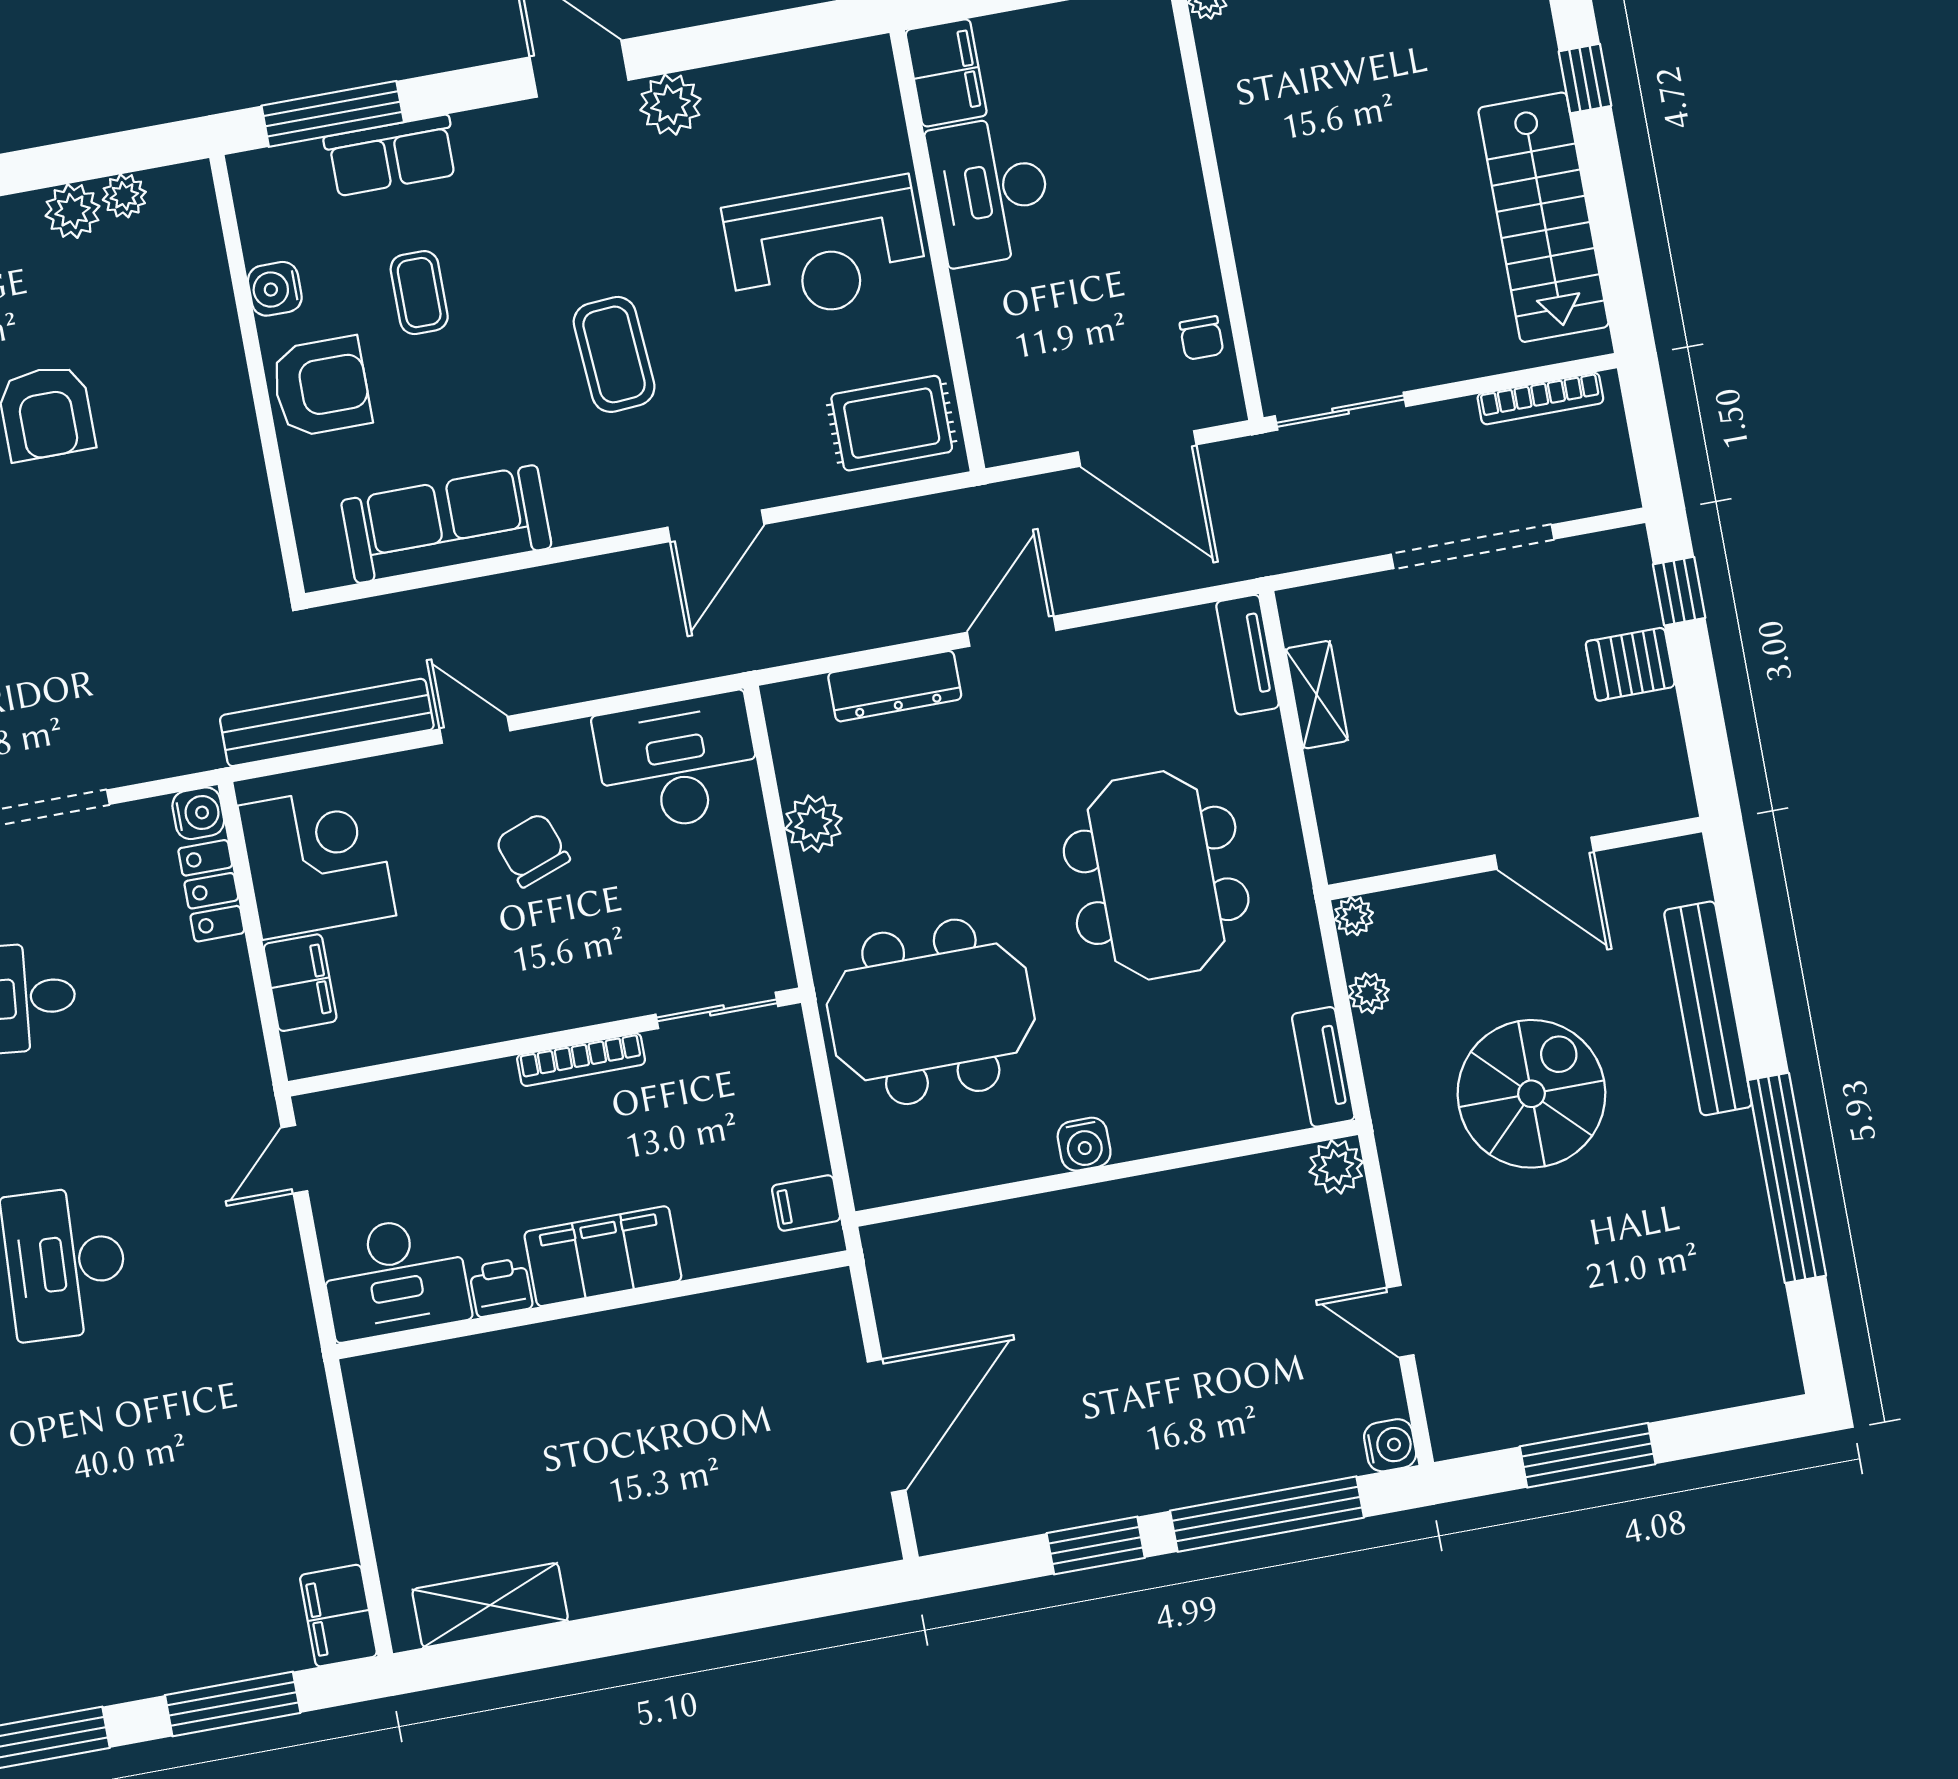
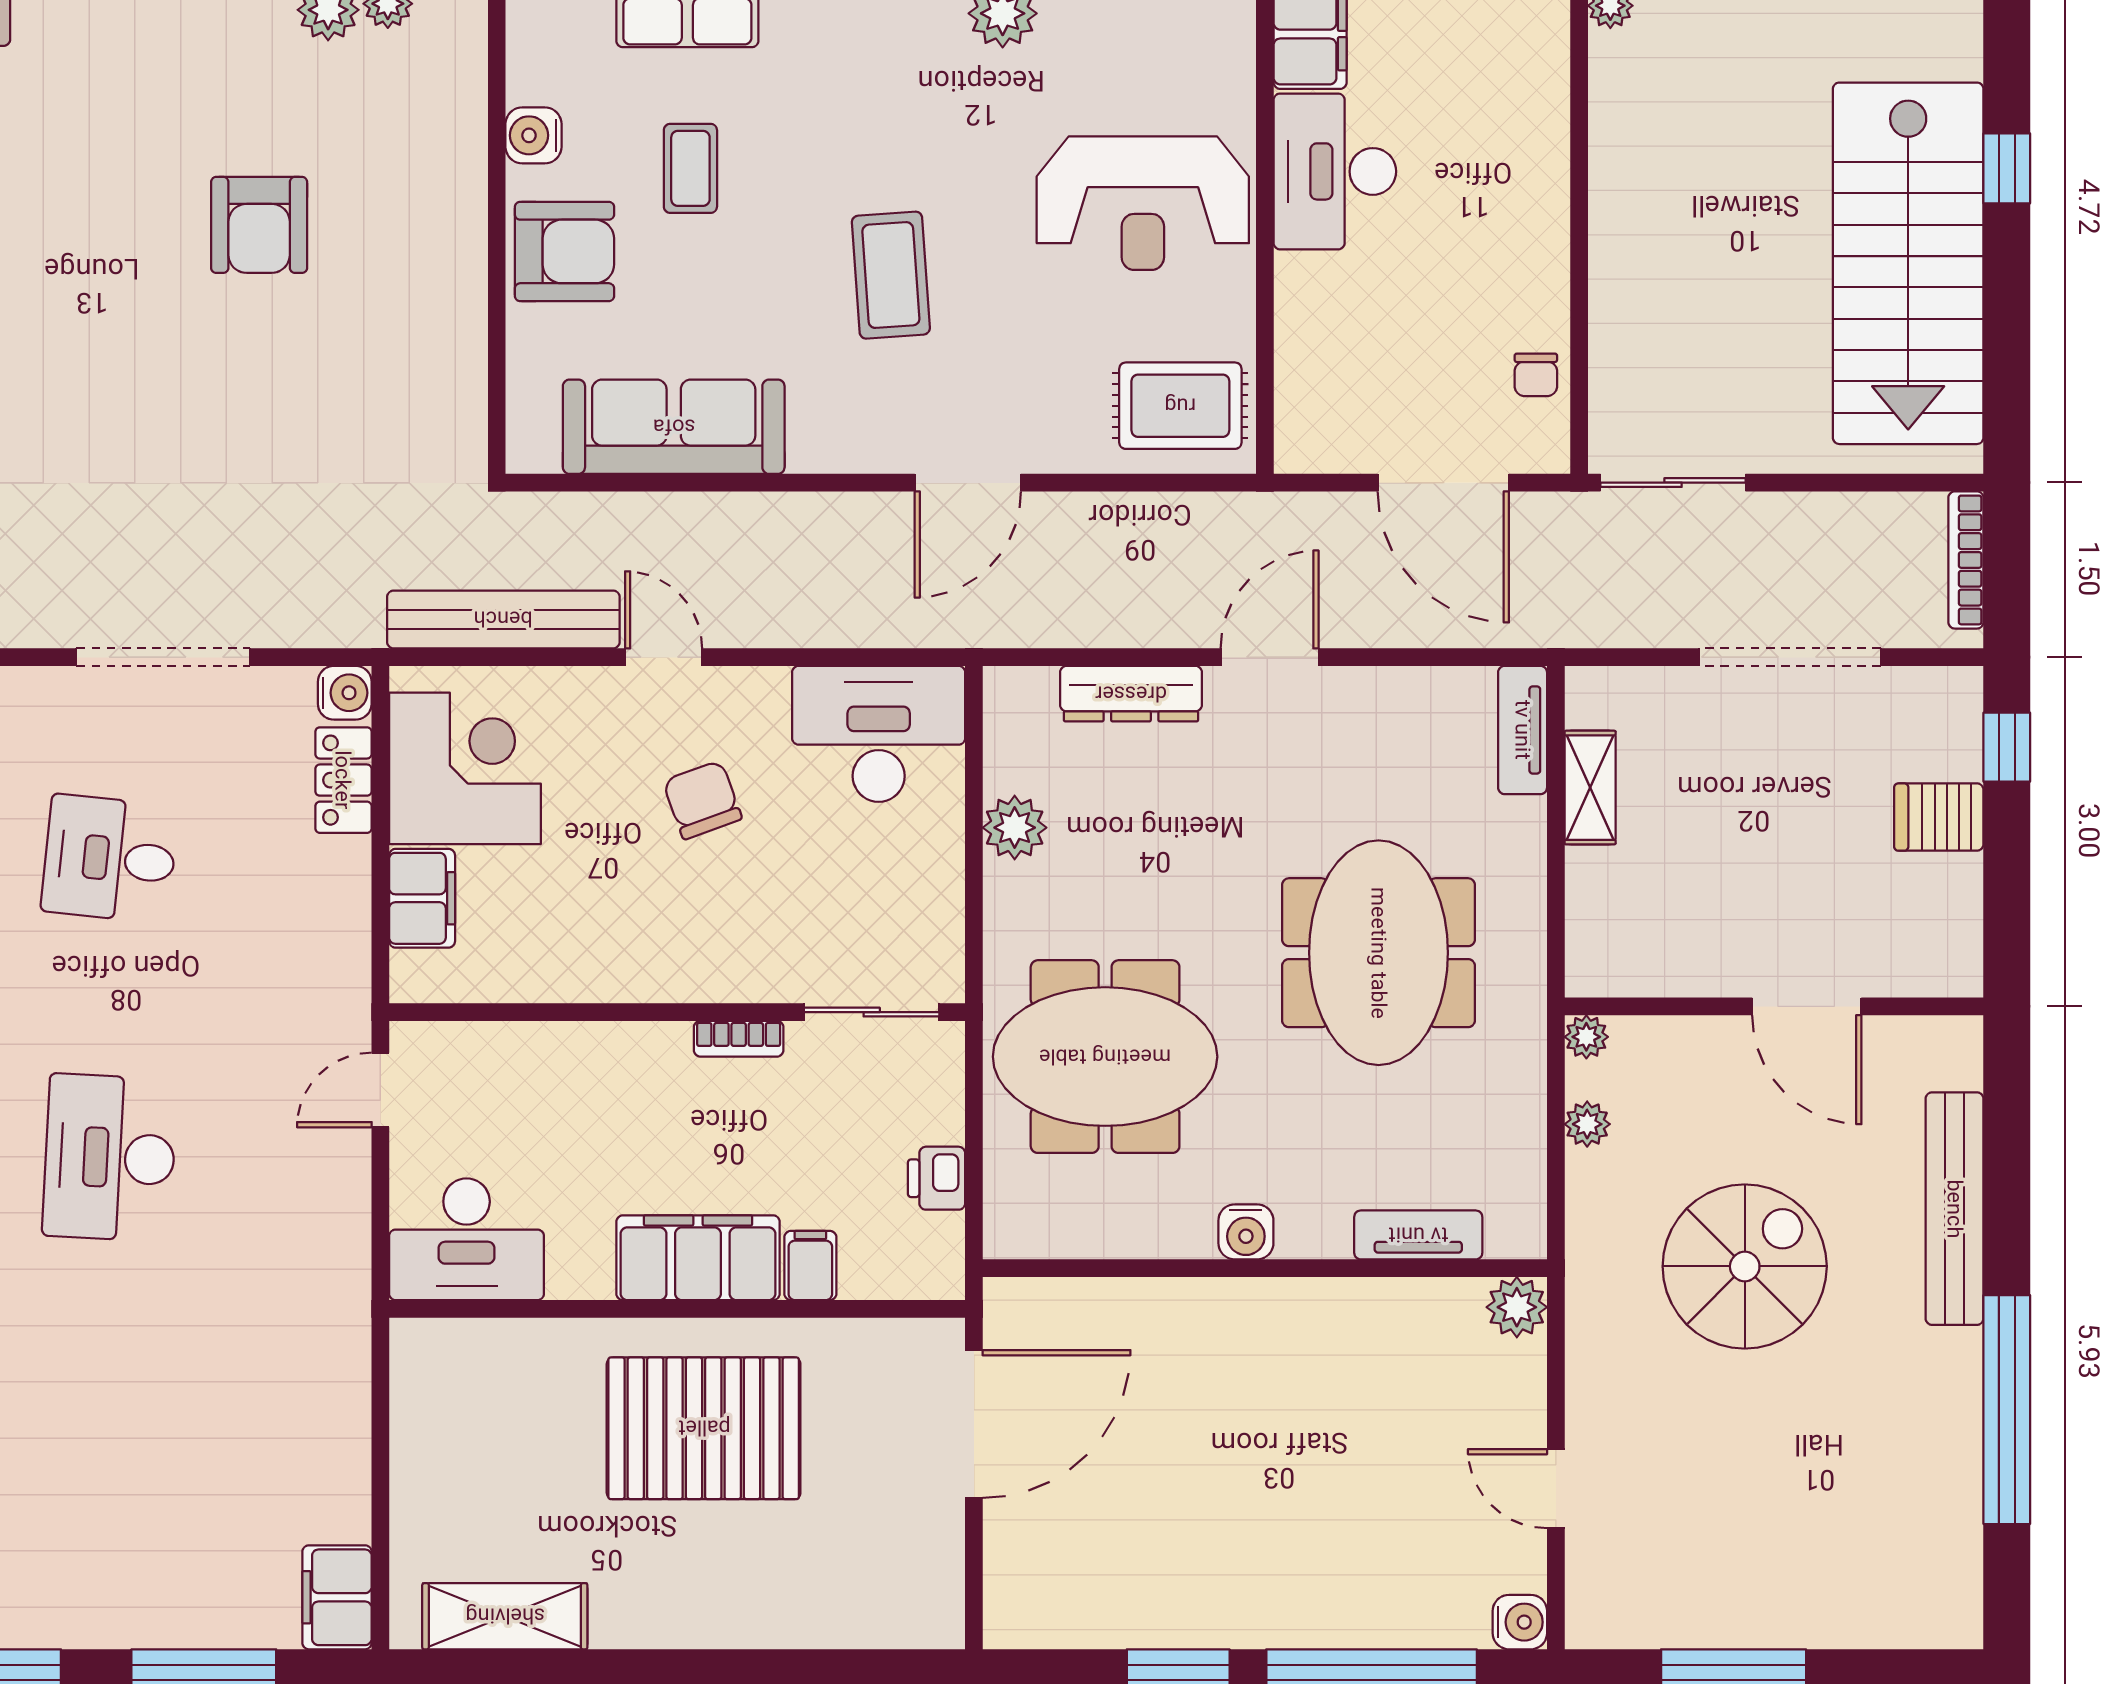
stairs: (1543, 217) -> (1908, 263), width x1.36, depth x1.51
bookcase: (1540, 398) -> (1966, 560), moved, turned 90
bookcase: (581, 1060) -> (739, 1039), width x0.64
tv unit: (1323, 1067) -> (1418, 1235), moved, turned 90
filing cabinet: (806, 1203) -> (810, 1265), moved, turned 90
printer: (501, 1288) -> (937, 1178), moved, turned -90
pallet: (636, 1406) -> (704, 1428), added
door: (887, 1426) -> (974, 1424), moved

